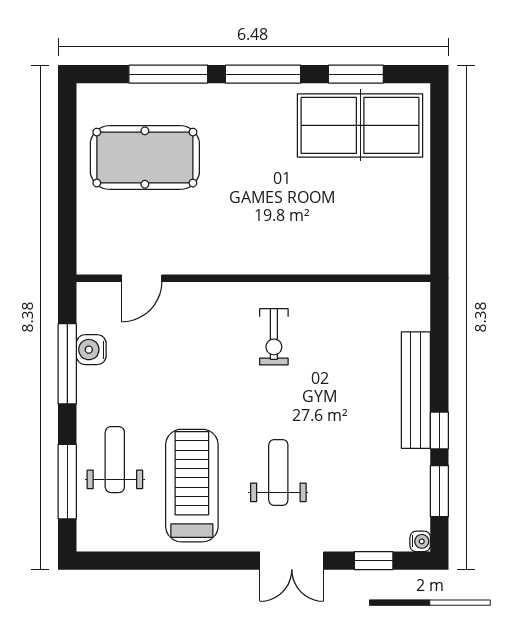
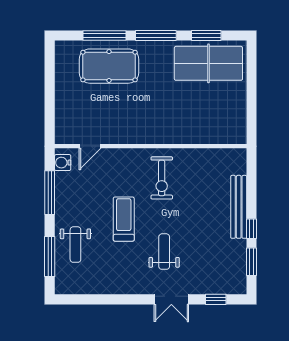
pool table: (145, 158) -> (109, 66), moved
exercise bike: (274, 337) -> (162, 178), width x1.38, depth x1.39
water cooler: (91, 350) -> (63, 163), moved
weight bench: (115, 460) -> (75, 245), turned 180
treadmill: (192, 486) -> (124, 219), moved, width x0.73, depth x0.73
water cooler: (420, 541) -> (241, 289), removed

